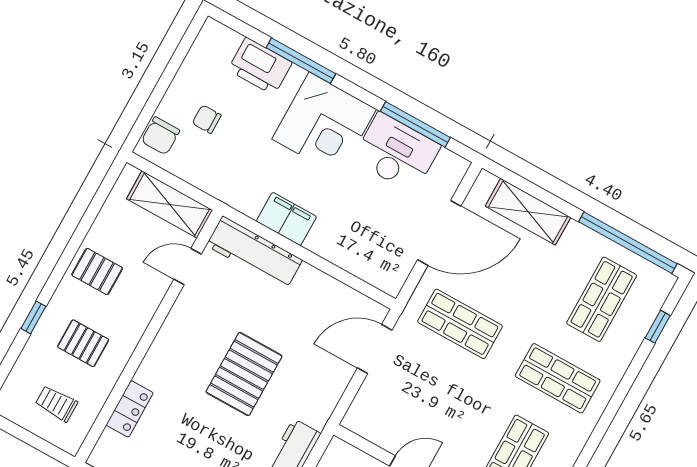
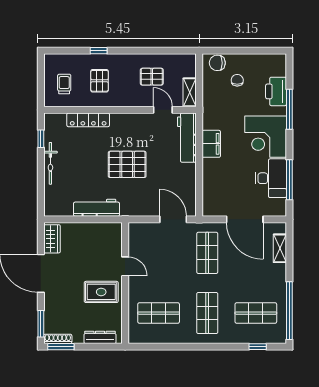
shelving: (170, 204) -> (190, 92), width x0.67, depth x0.75
shelving: (528, 212) -> (280, 248), width x0.67, depth x0.75
pallet: (97, 271) -> (152, 77), moved, turned 90
locker: (130, 409) -> (88, 120), width x1.53

